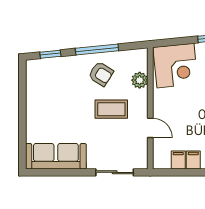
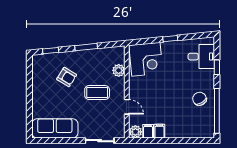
window: (97, 50) -> (86, 47), width x0.69
armchair: (101, 74) -> (67, 77), moved
plant: (162, 161) -> (135, 132), added

